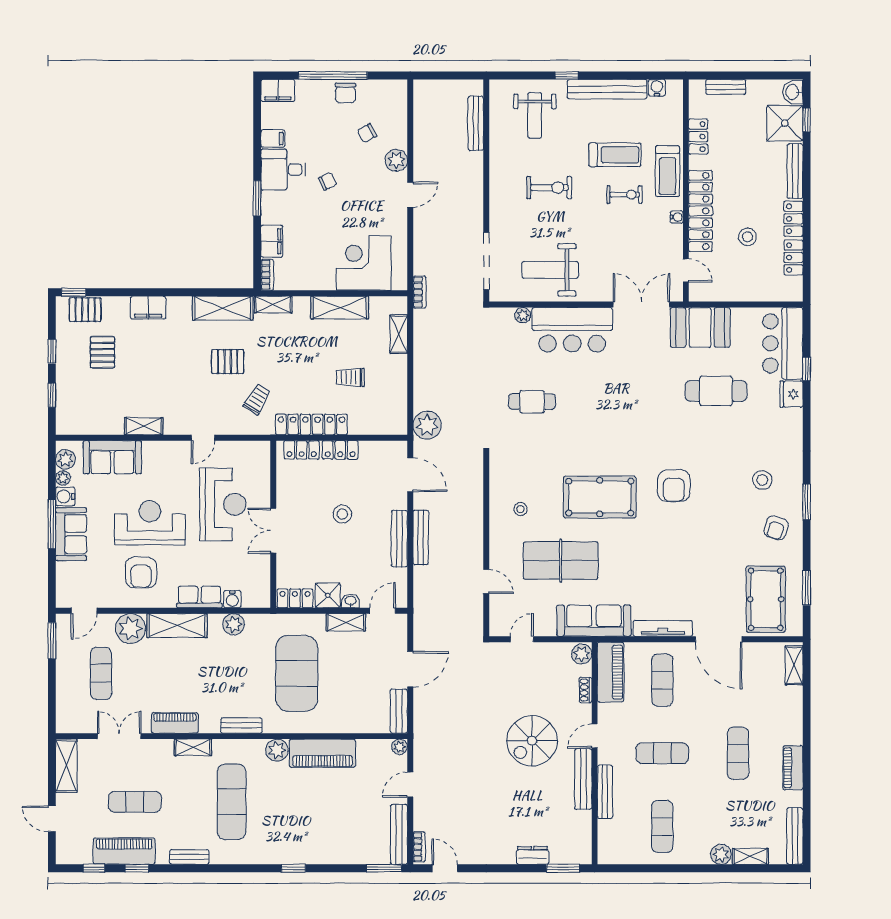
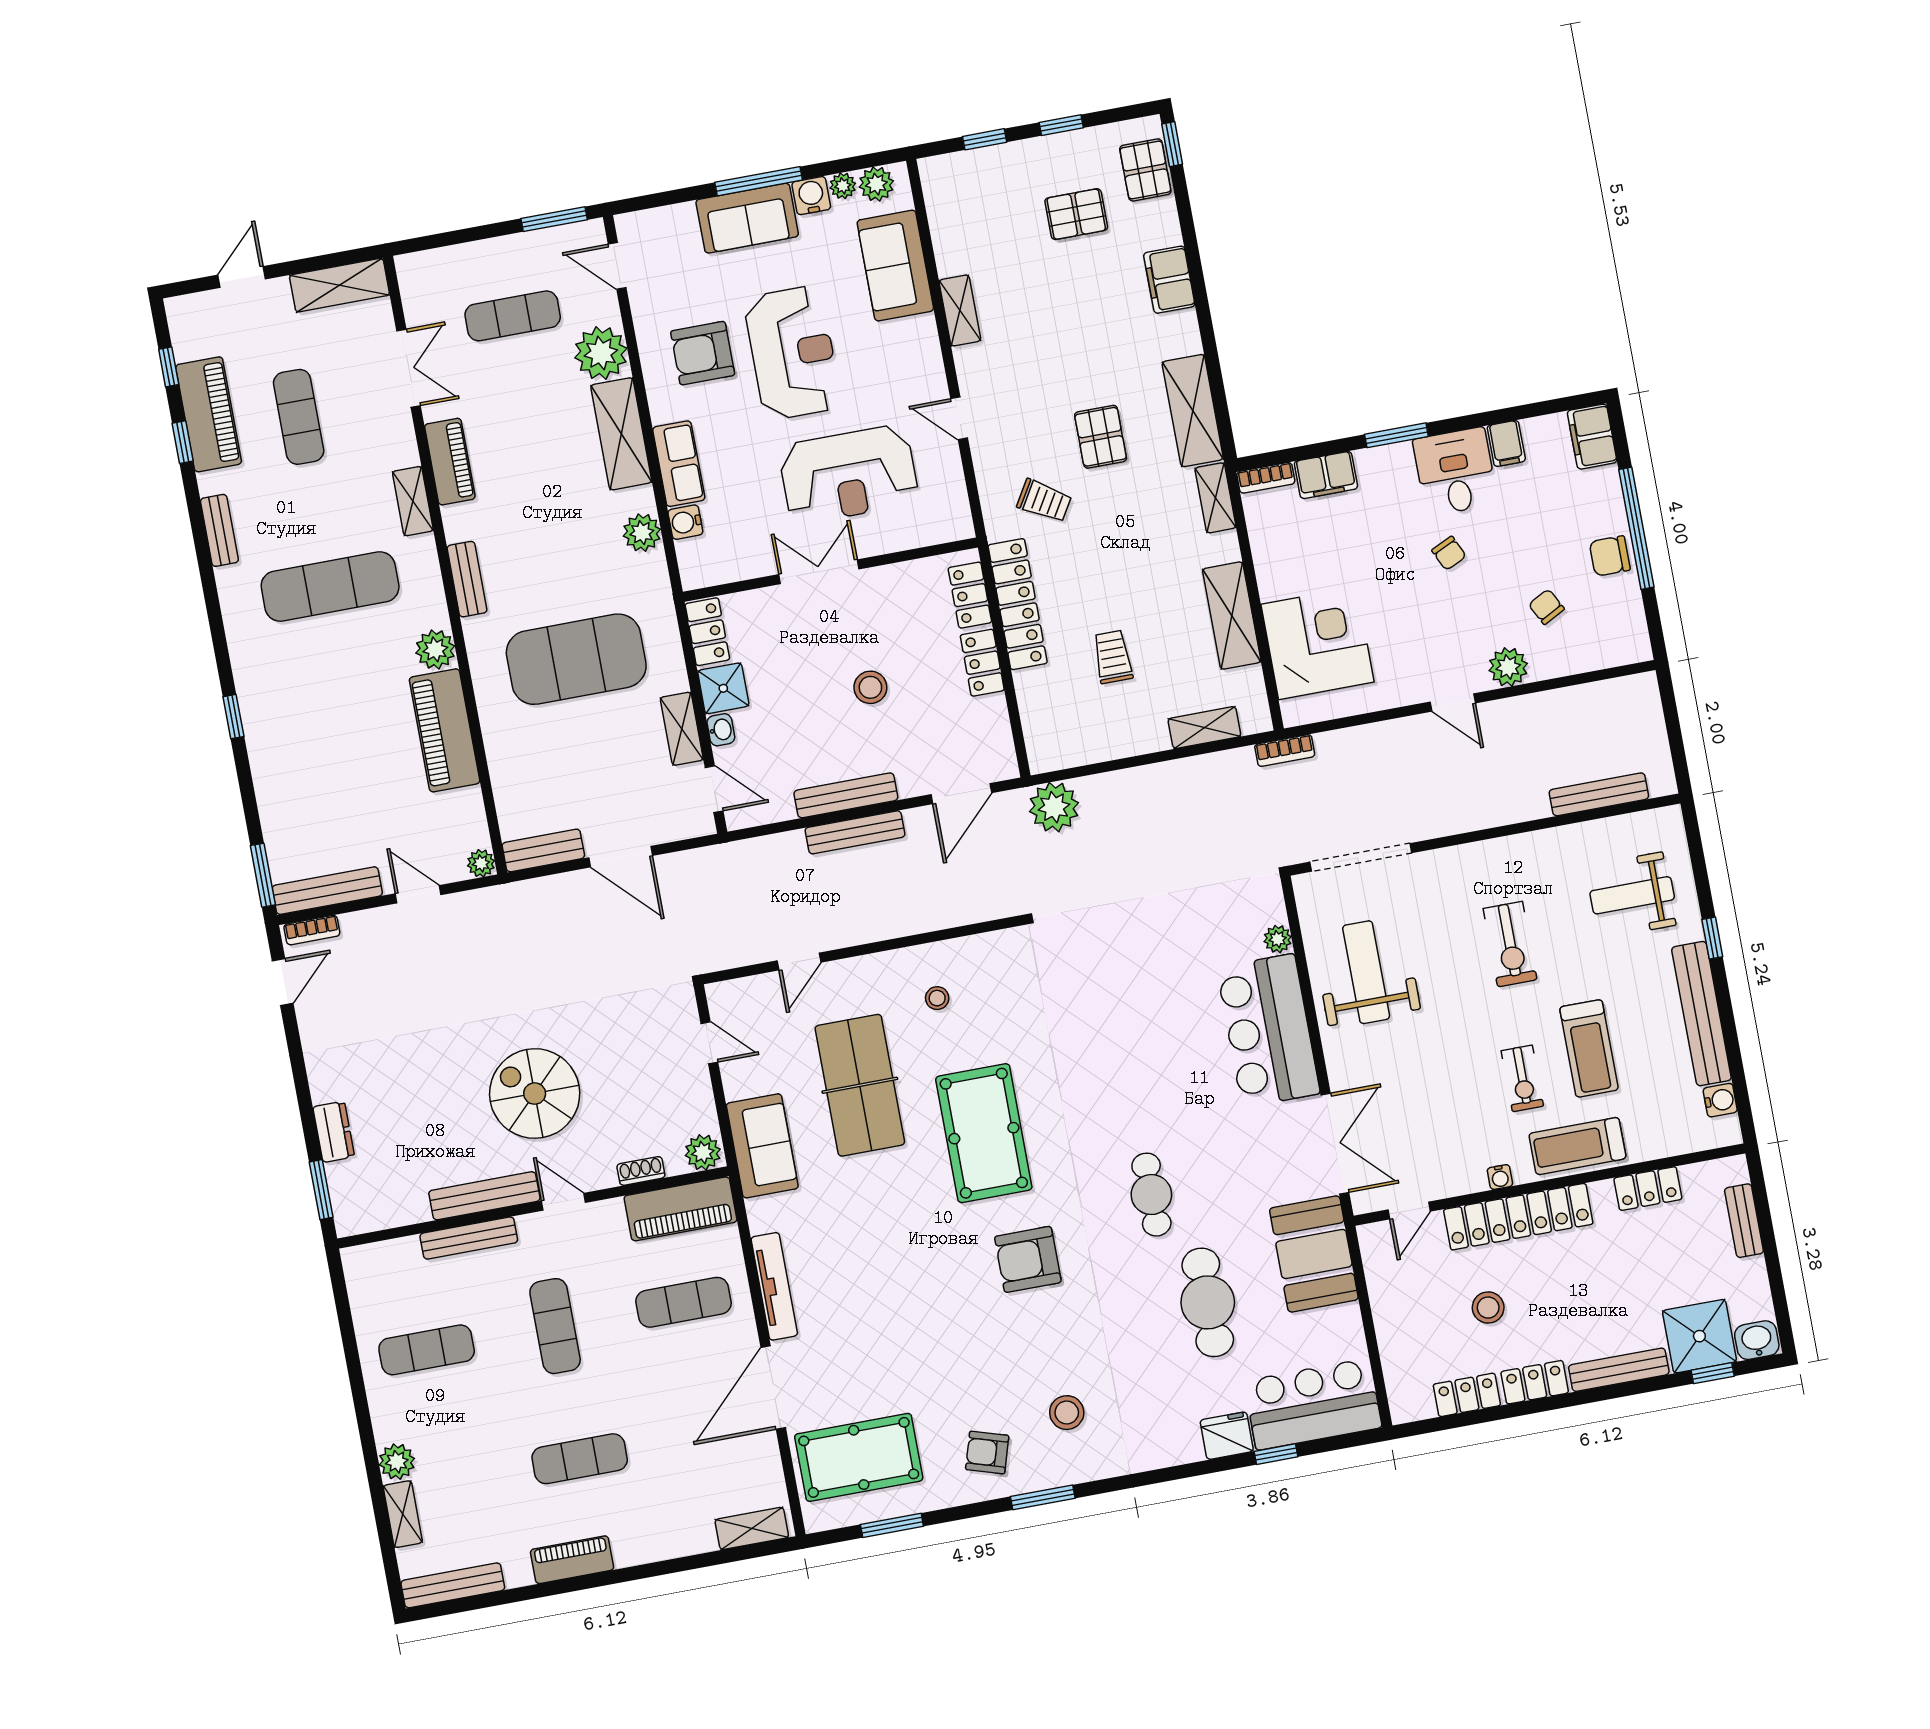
cafe table: (532, 402) -> (1151, 1195), moved
sofa: (594, 621) -> (762, 1146), width x0.73

